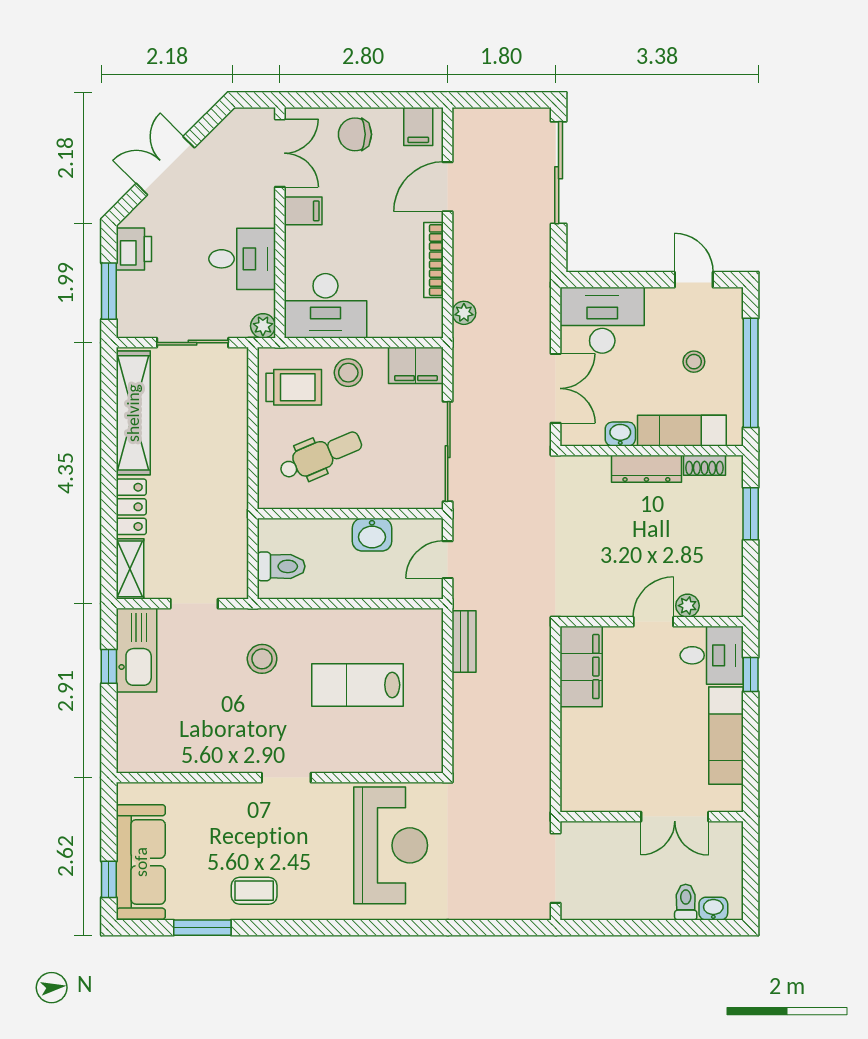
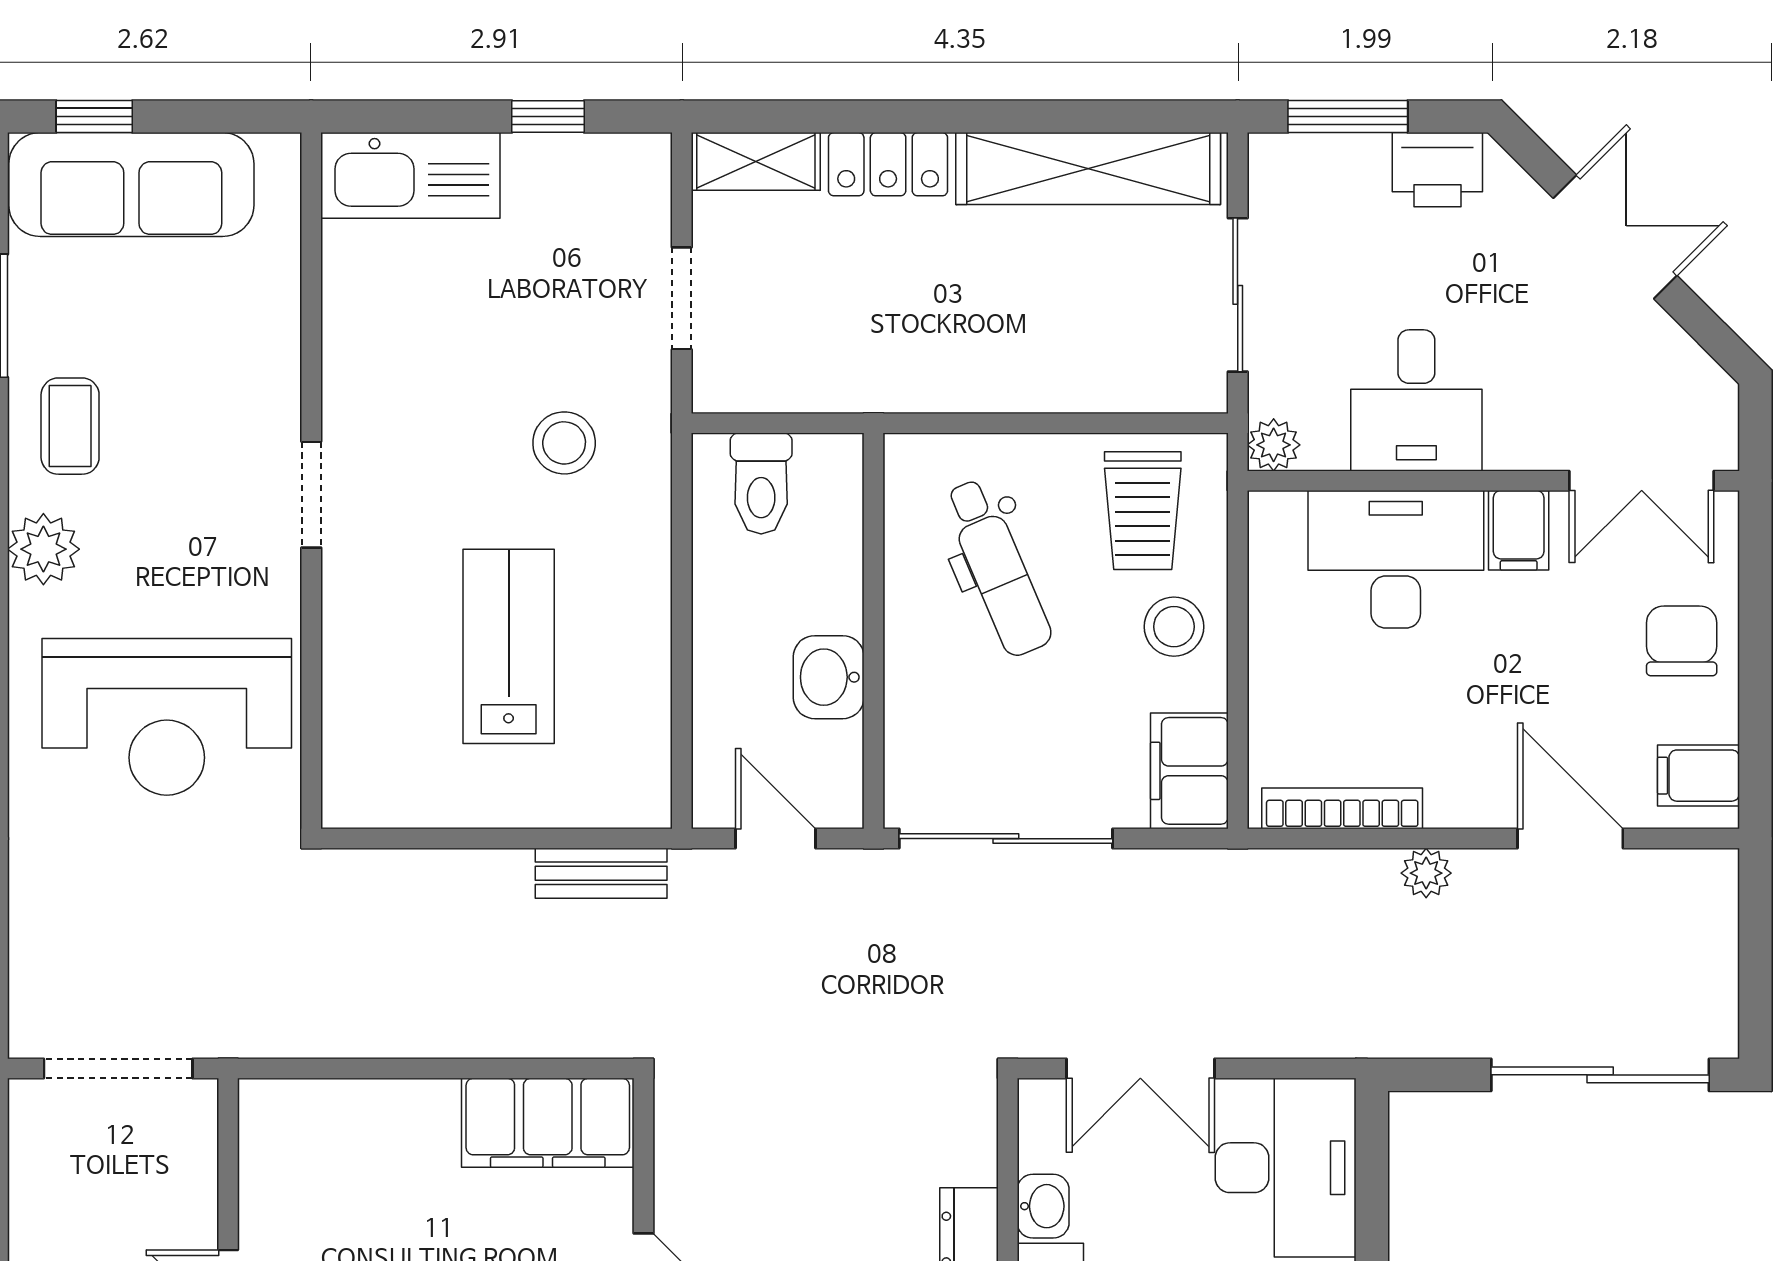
bookcase: (434, 260) -> (1342, 808), moved
desk: (325, 306) -> (1396, 559), moved, turned 90
plant: (464, 313) -> (1426, 873), moved
kitchen sink: (137, 650) -> (410, 175), moved
plant: (312, 903) -> (43, 549), added

